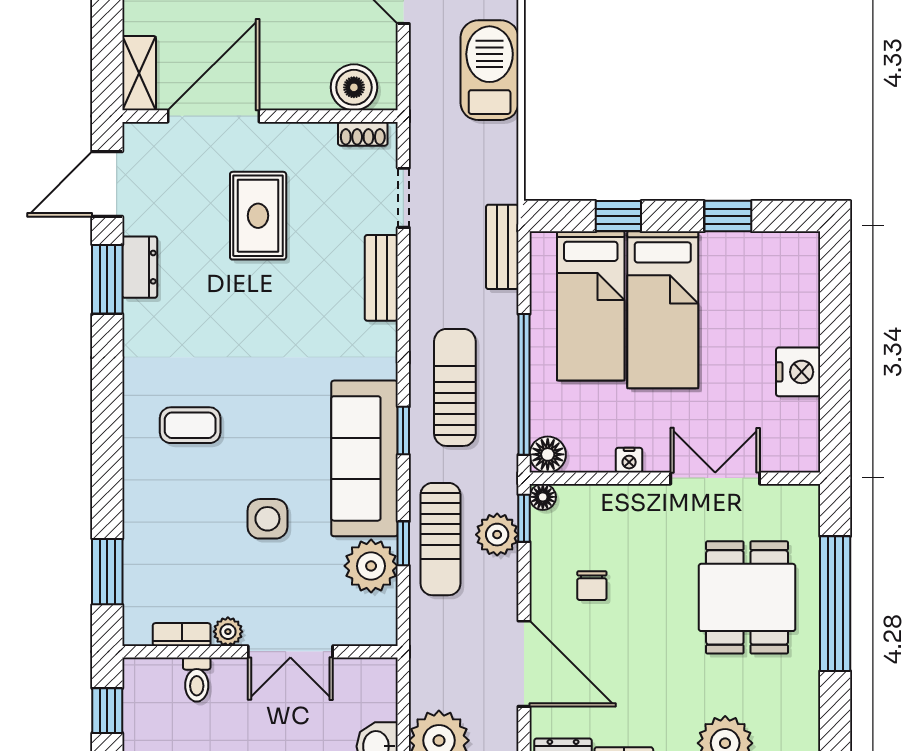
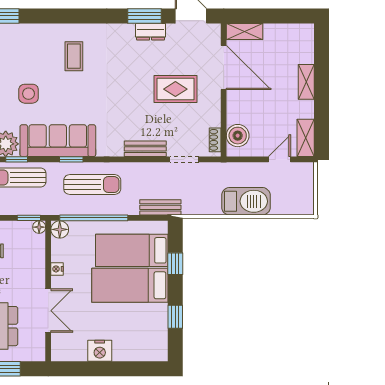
plant: (497, 535) -> (21, 205), removed

